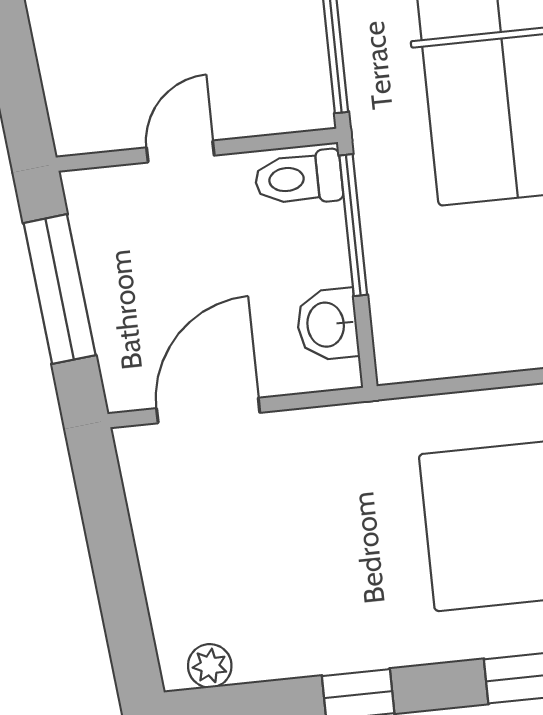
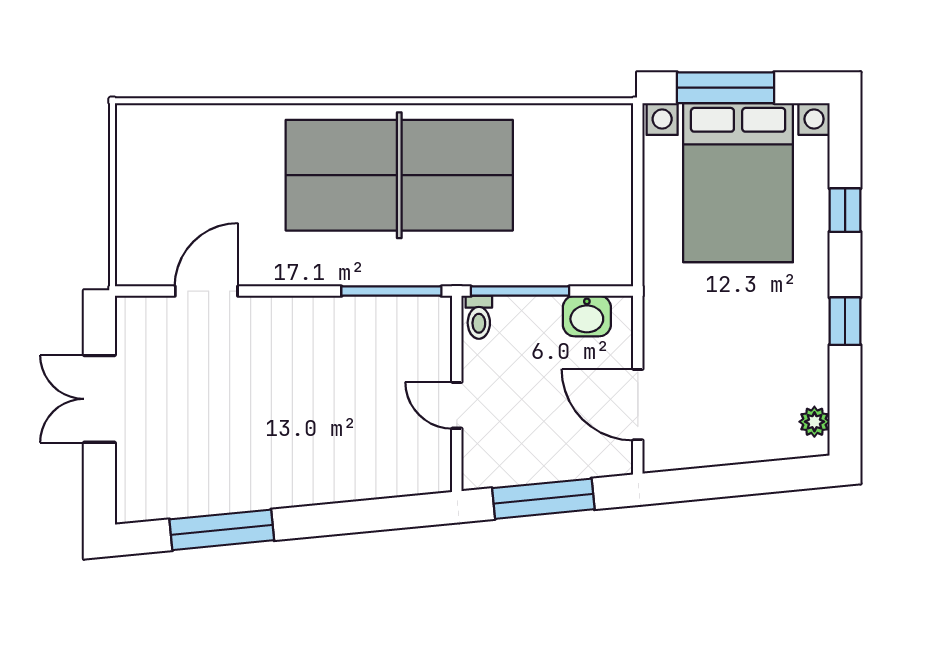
toilet: (299, 178) -> (479, 317), width x0.73, depth x0.72

